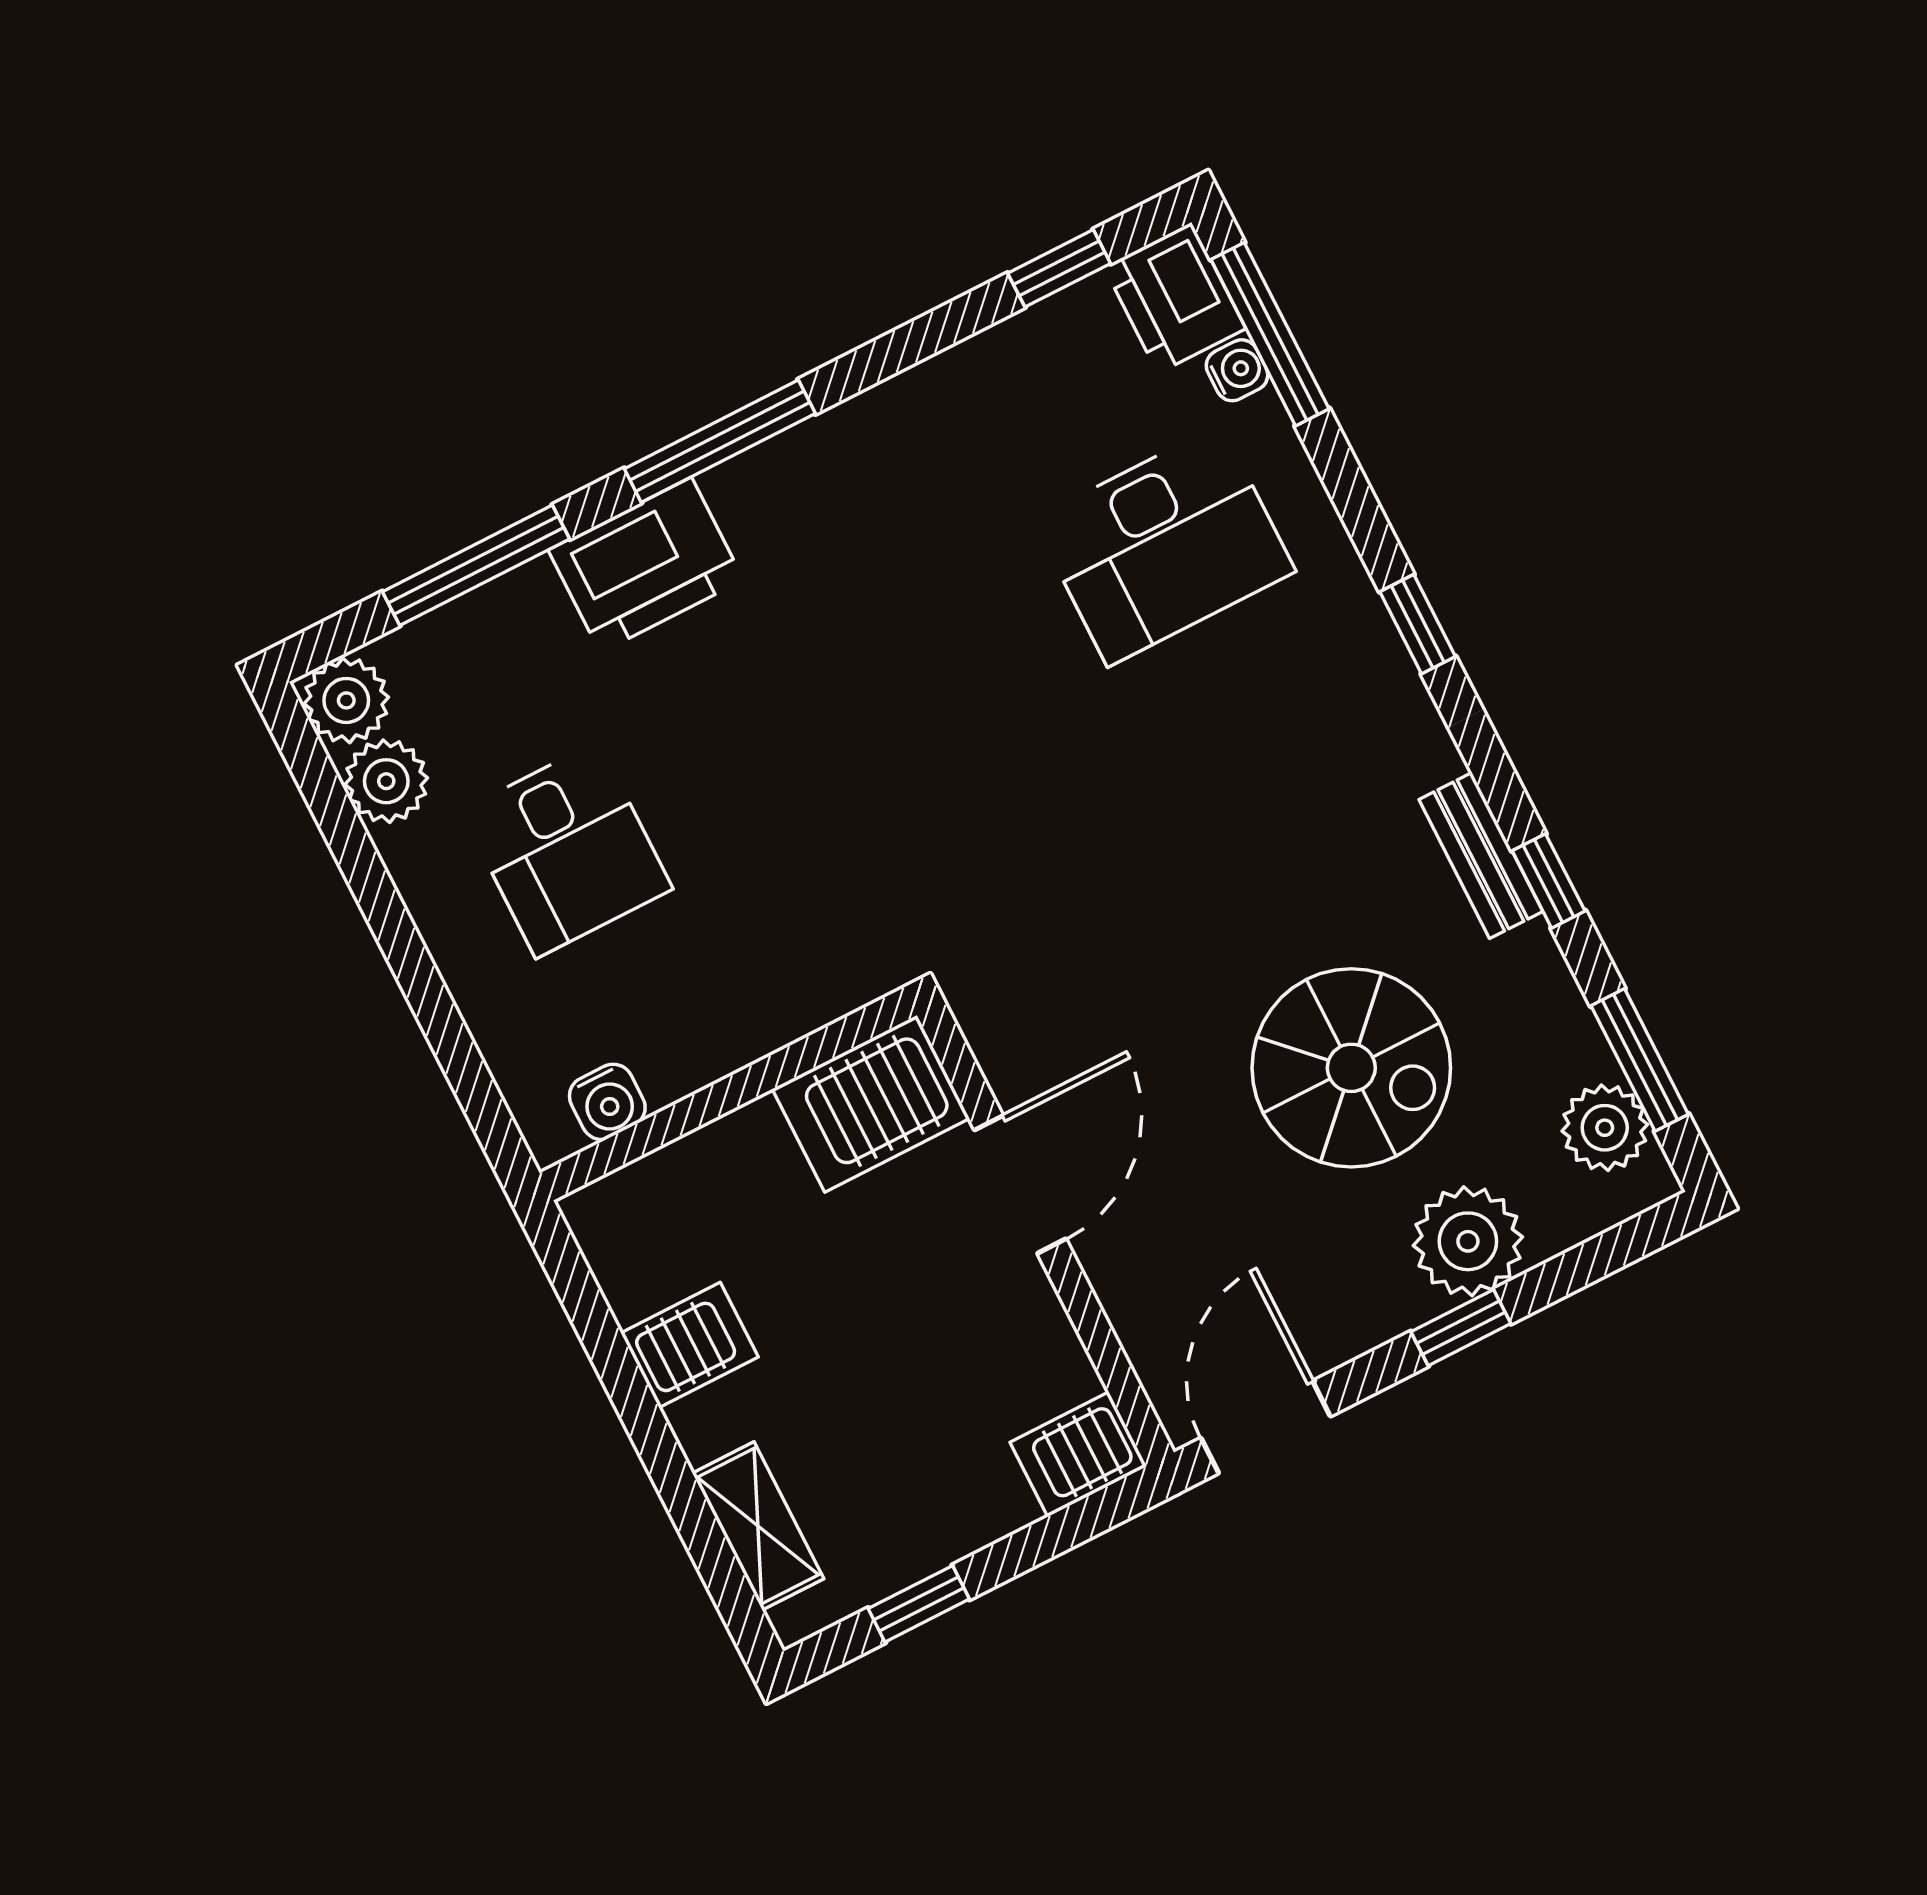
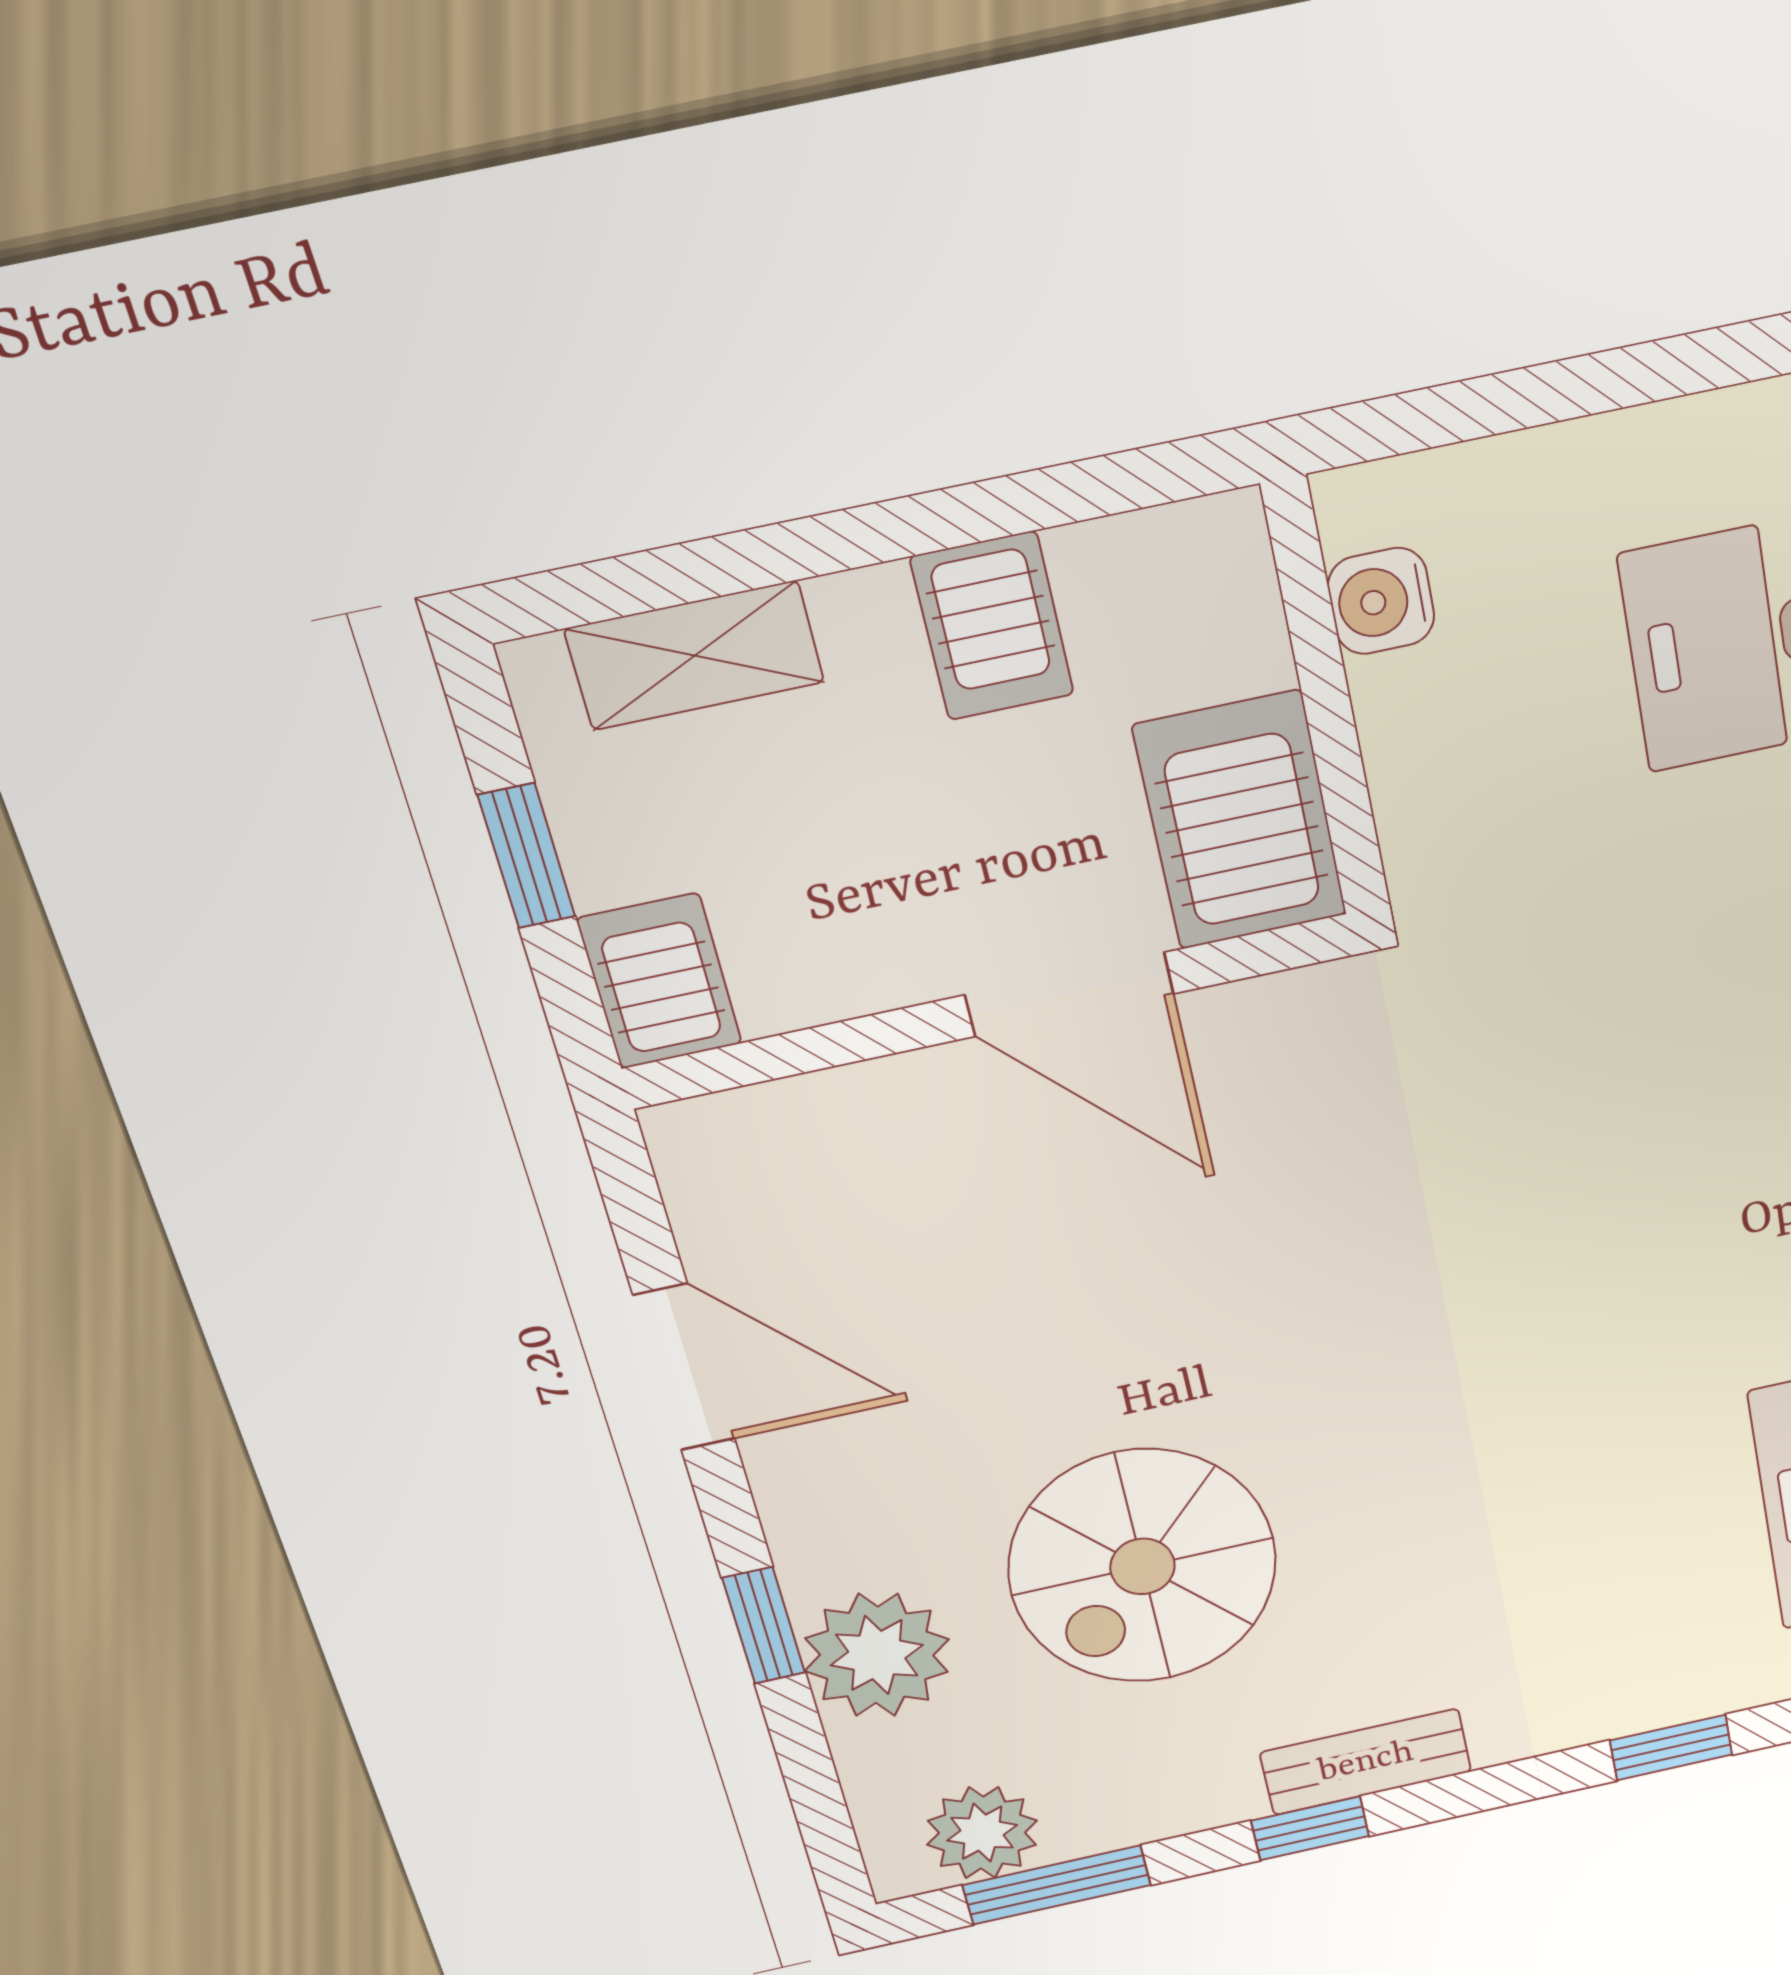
server rack: (871, 1104) -> (1240, 821), moved
door: (1020, 1184) -> (1069, 994), moved
wall: (1045, 1234) -> (990, 1011), moved
server rack: (1078, 1454) -> (660, 981), moved

